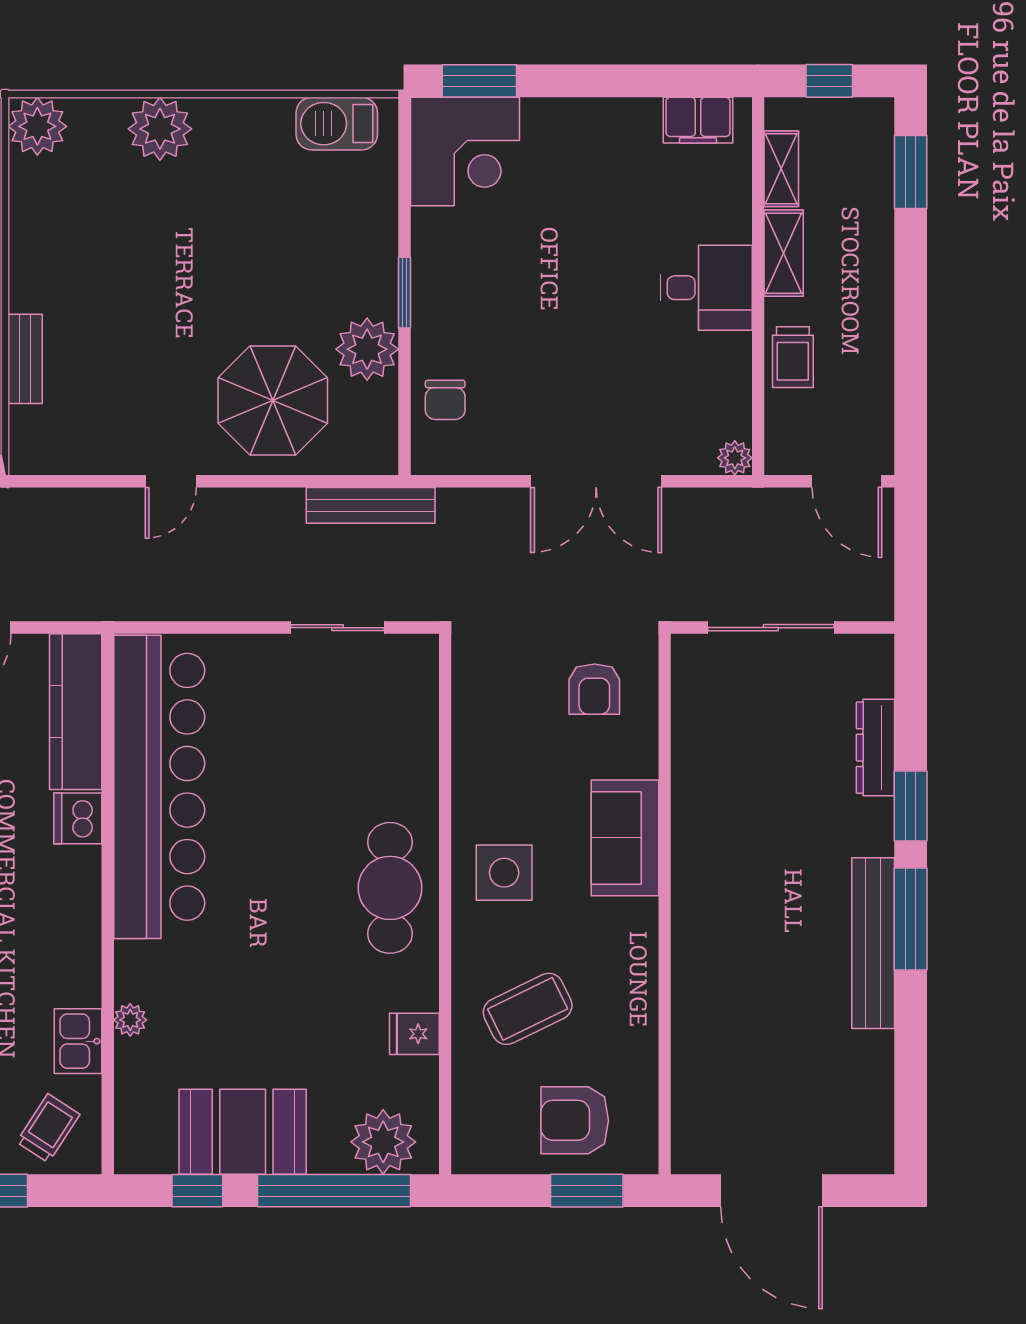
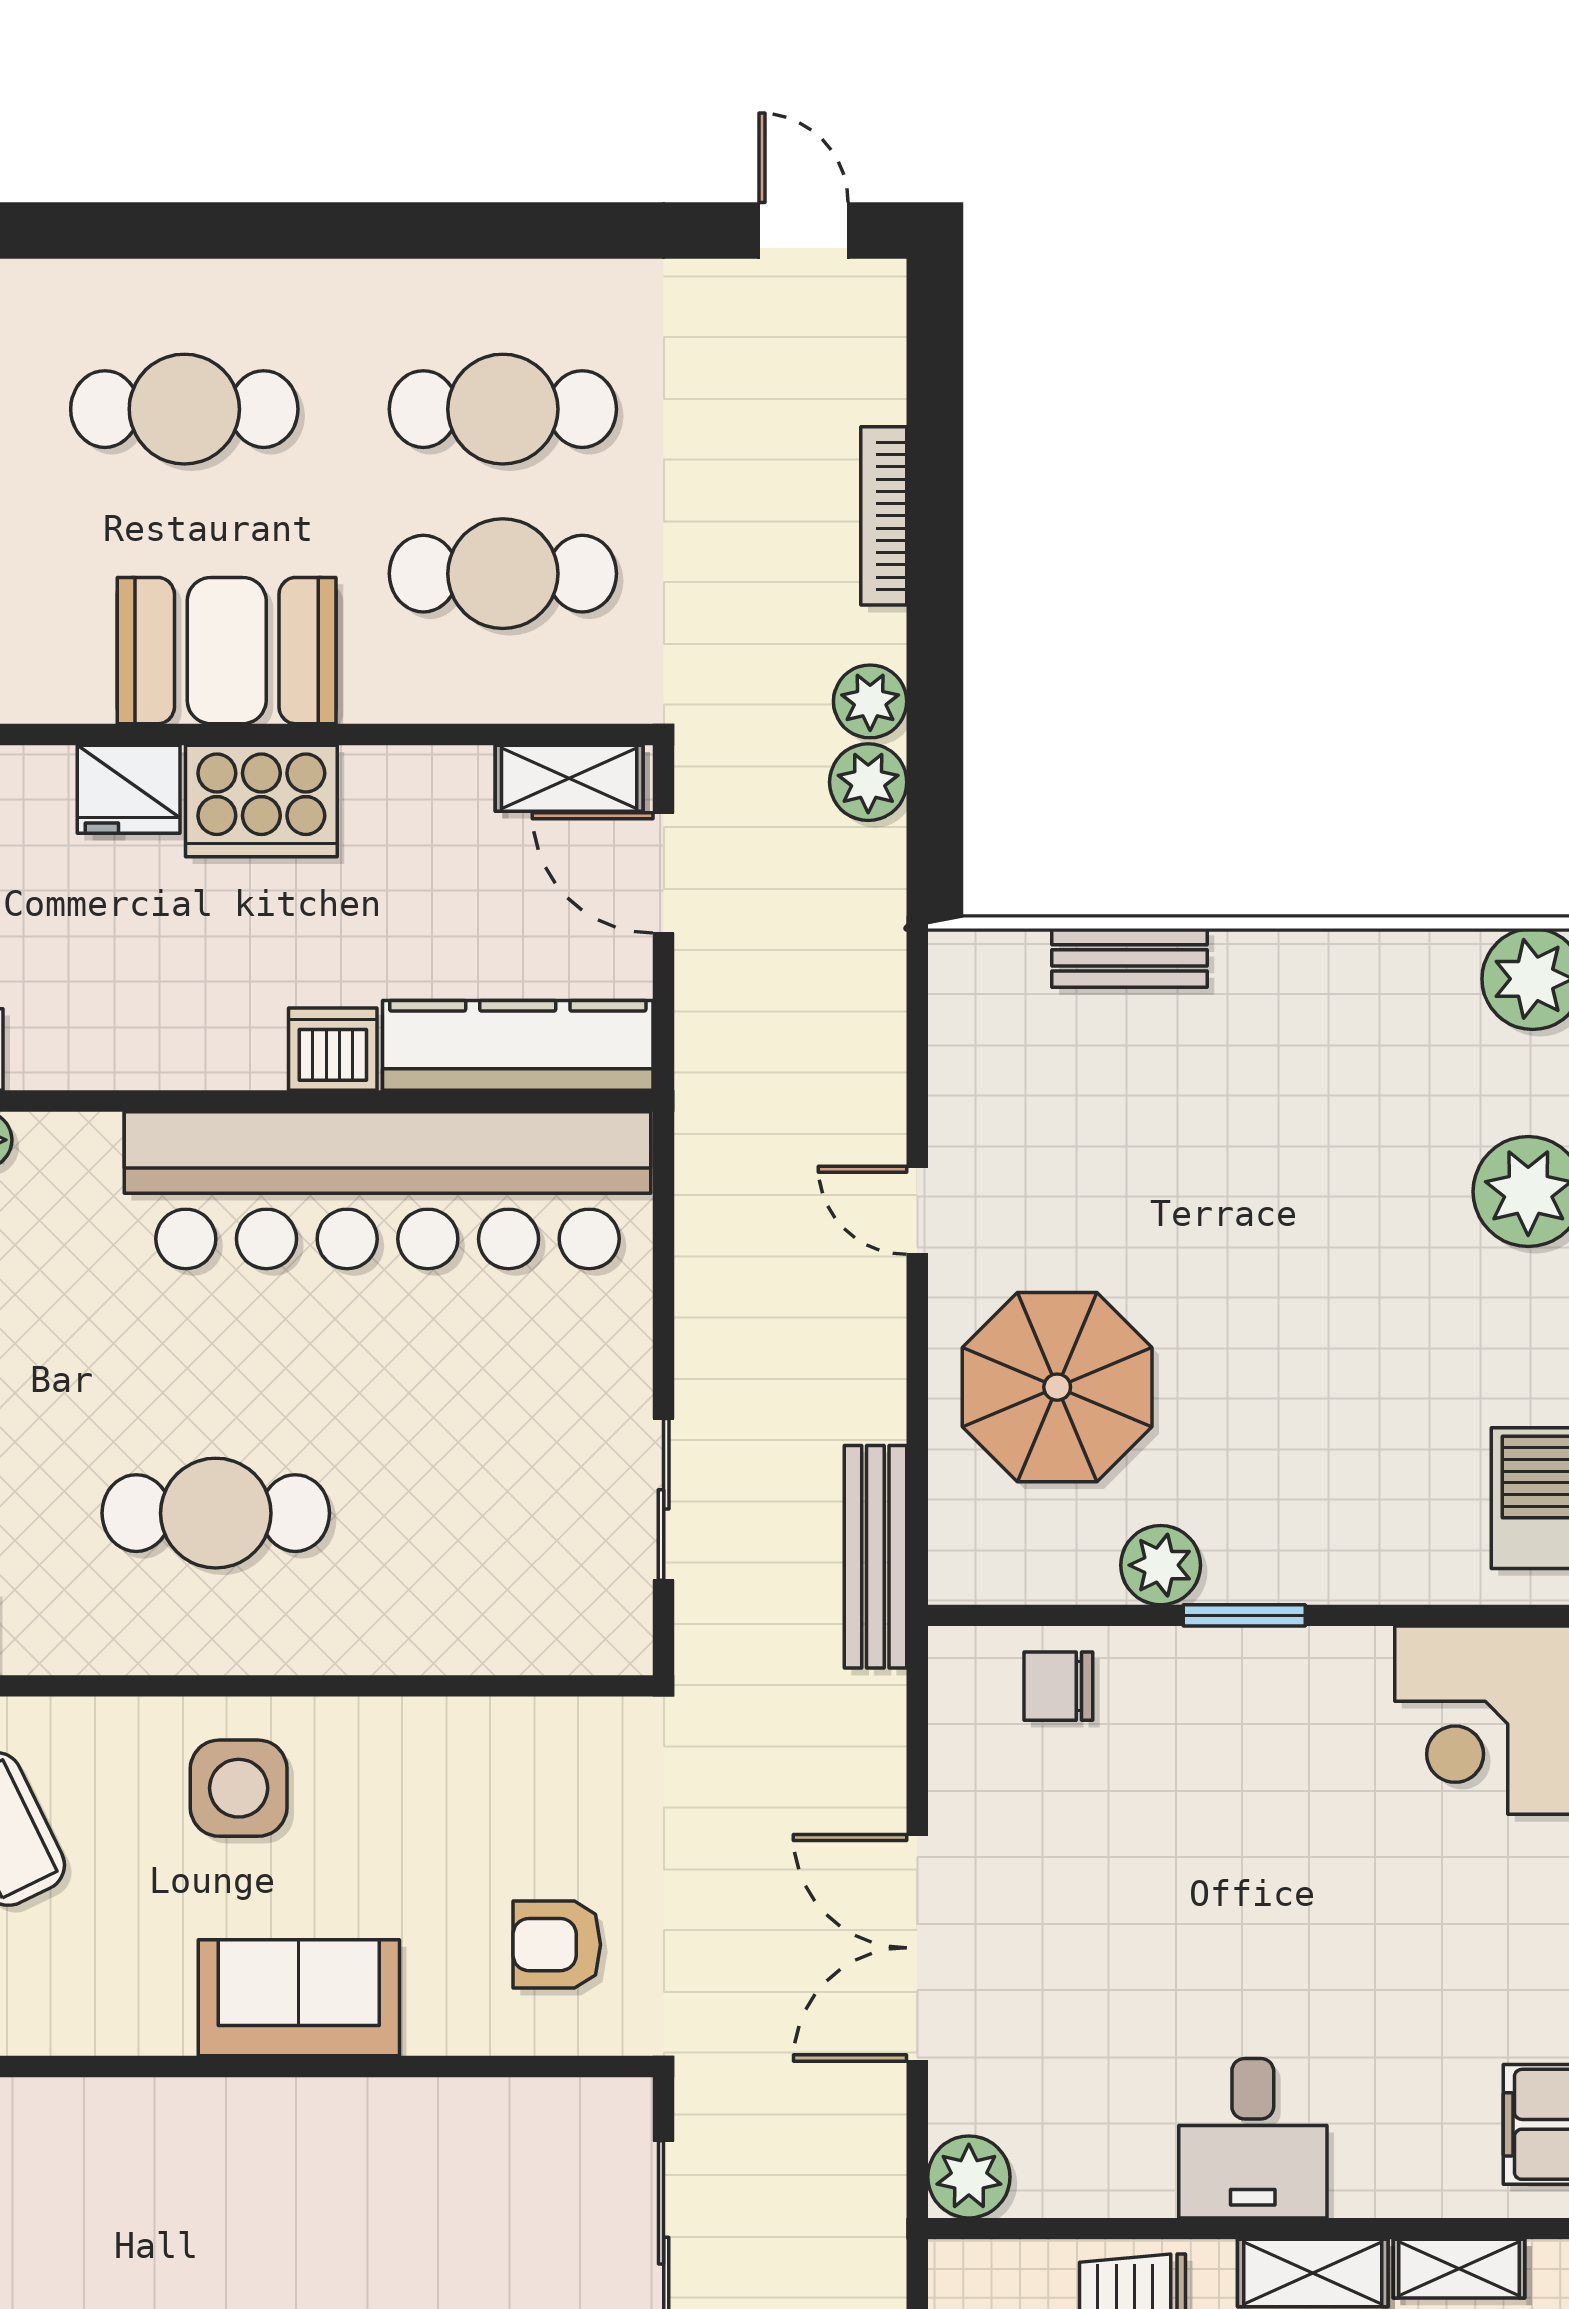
plant: (367, 349) -> (1161, 1565), width x0.73, depth x0.73
plant: (735, 458) -> (969, 2177), width x1.38, depth x1.38
cafe table: (390, 888) -> (216, 1513), moved

